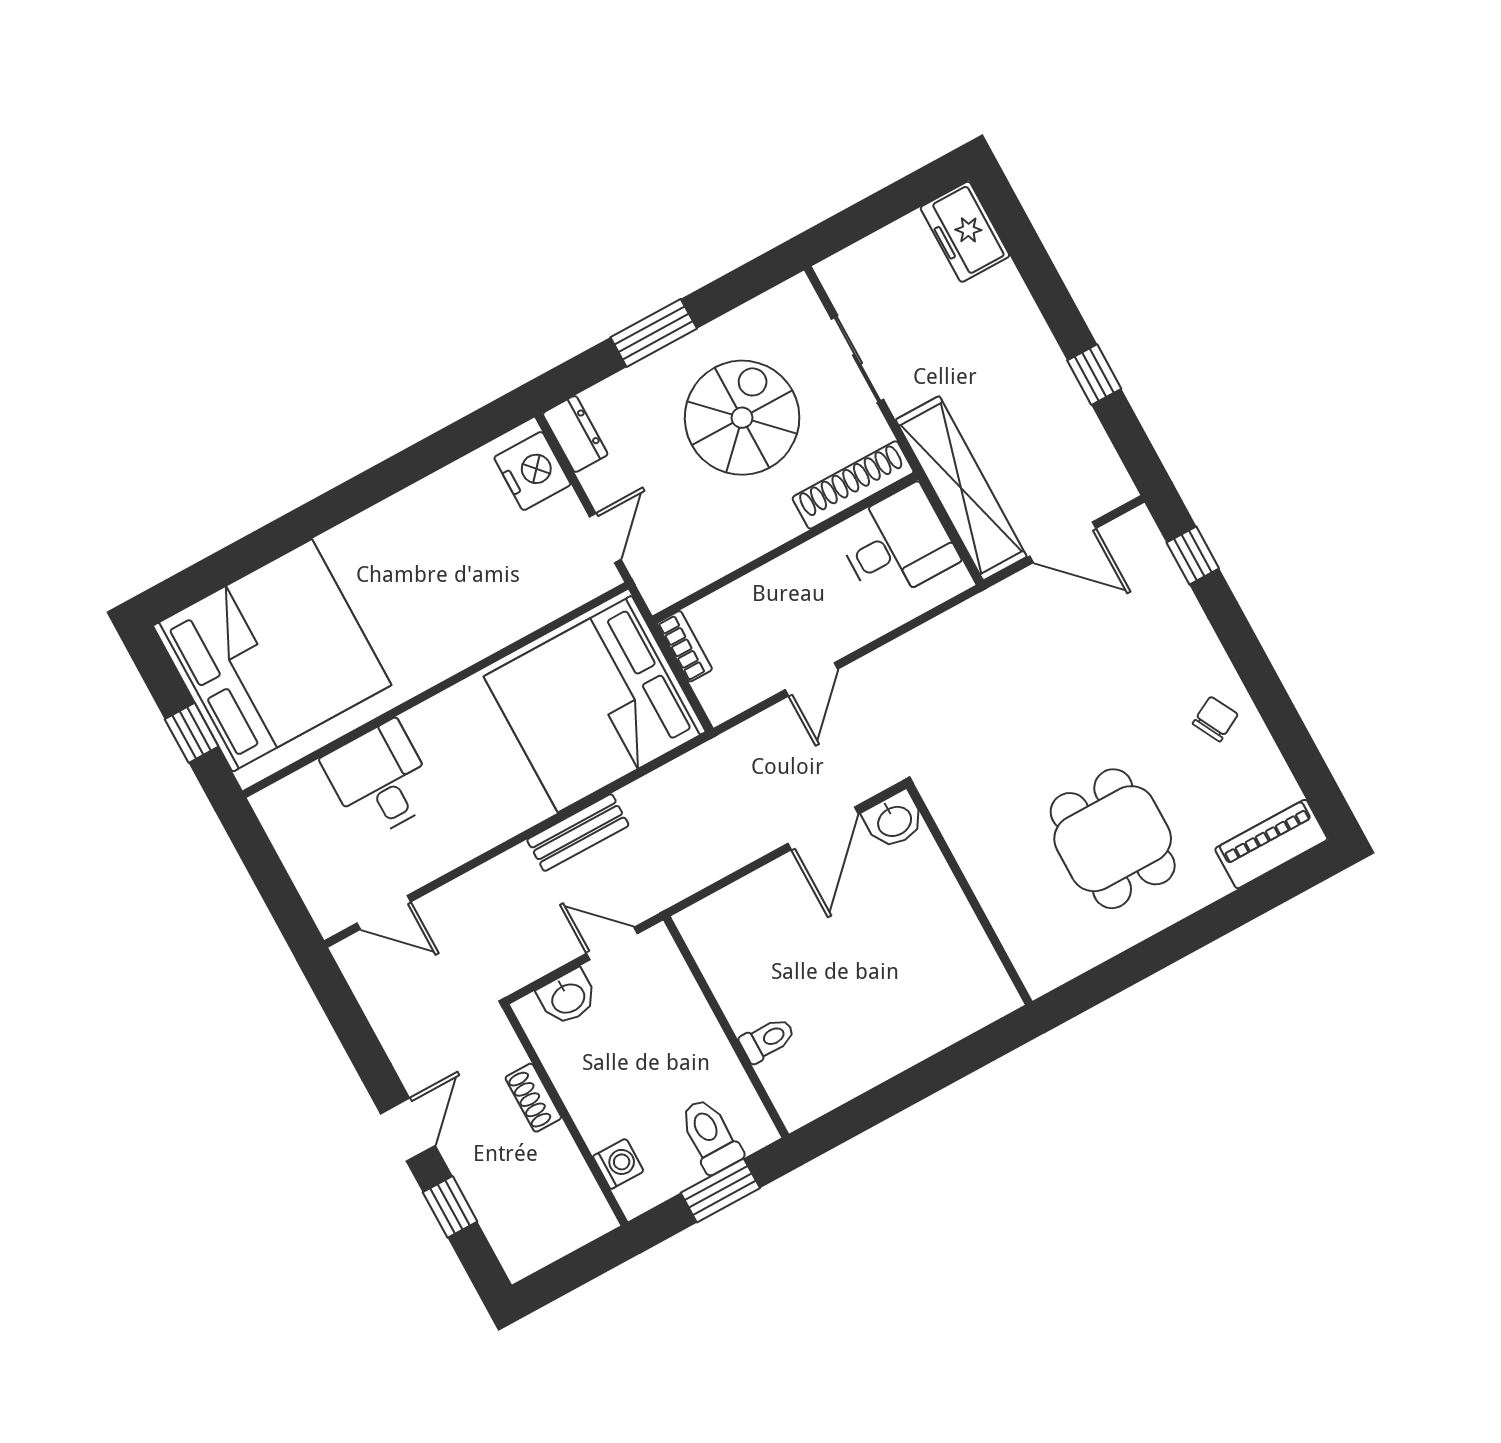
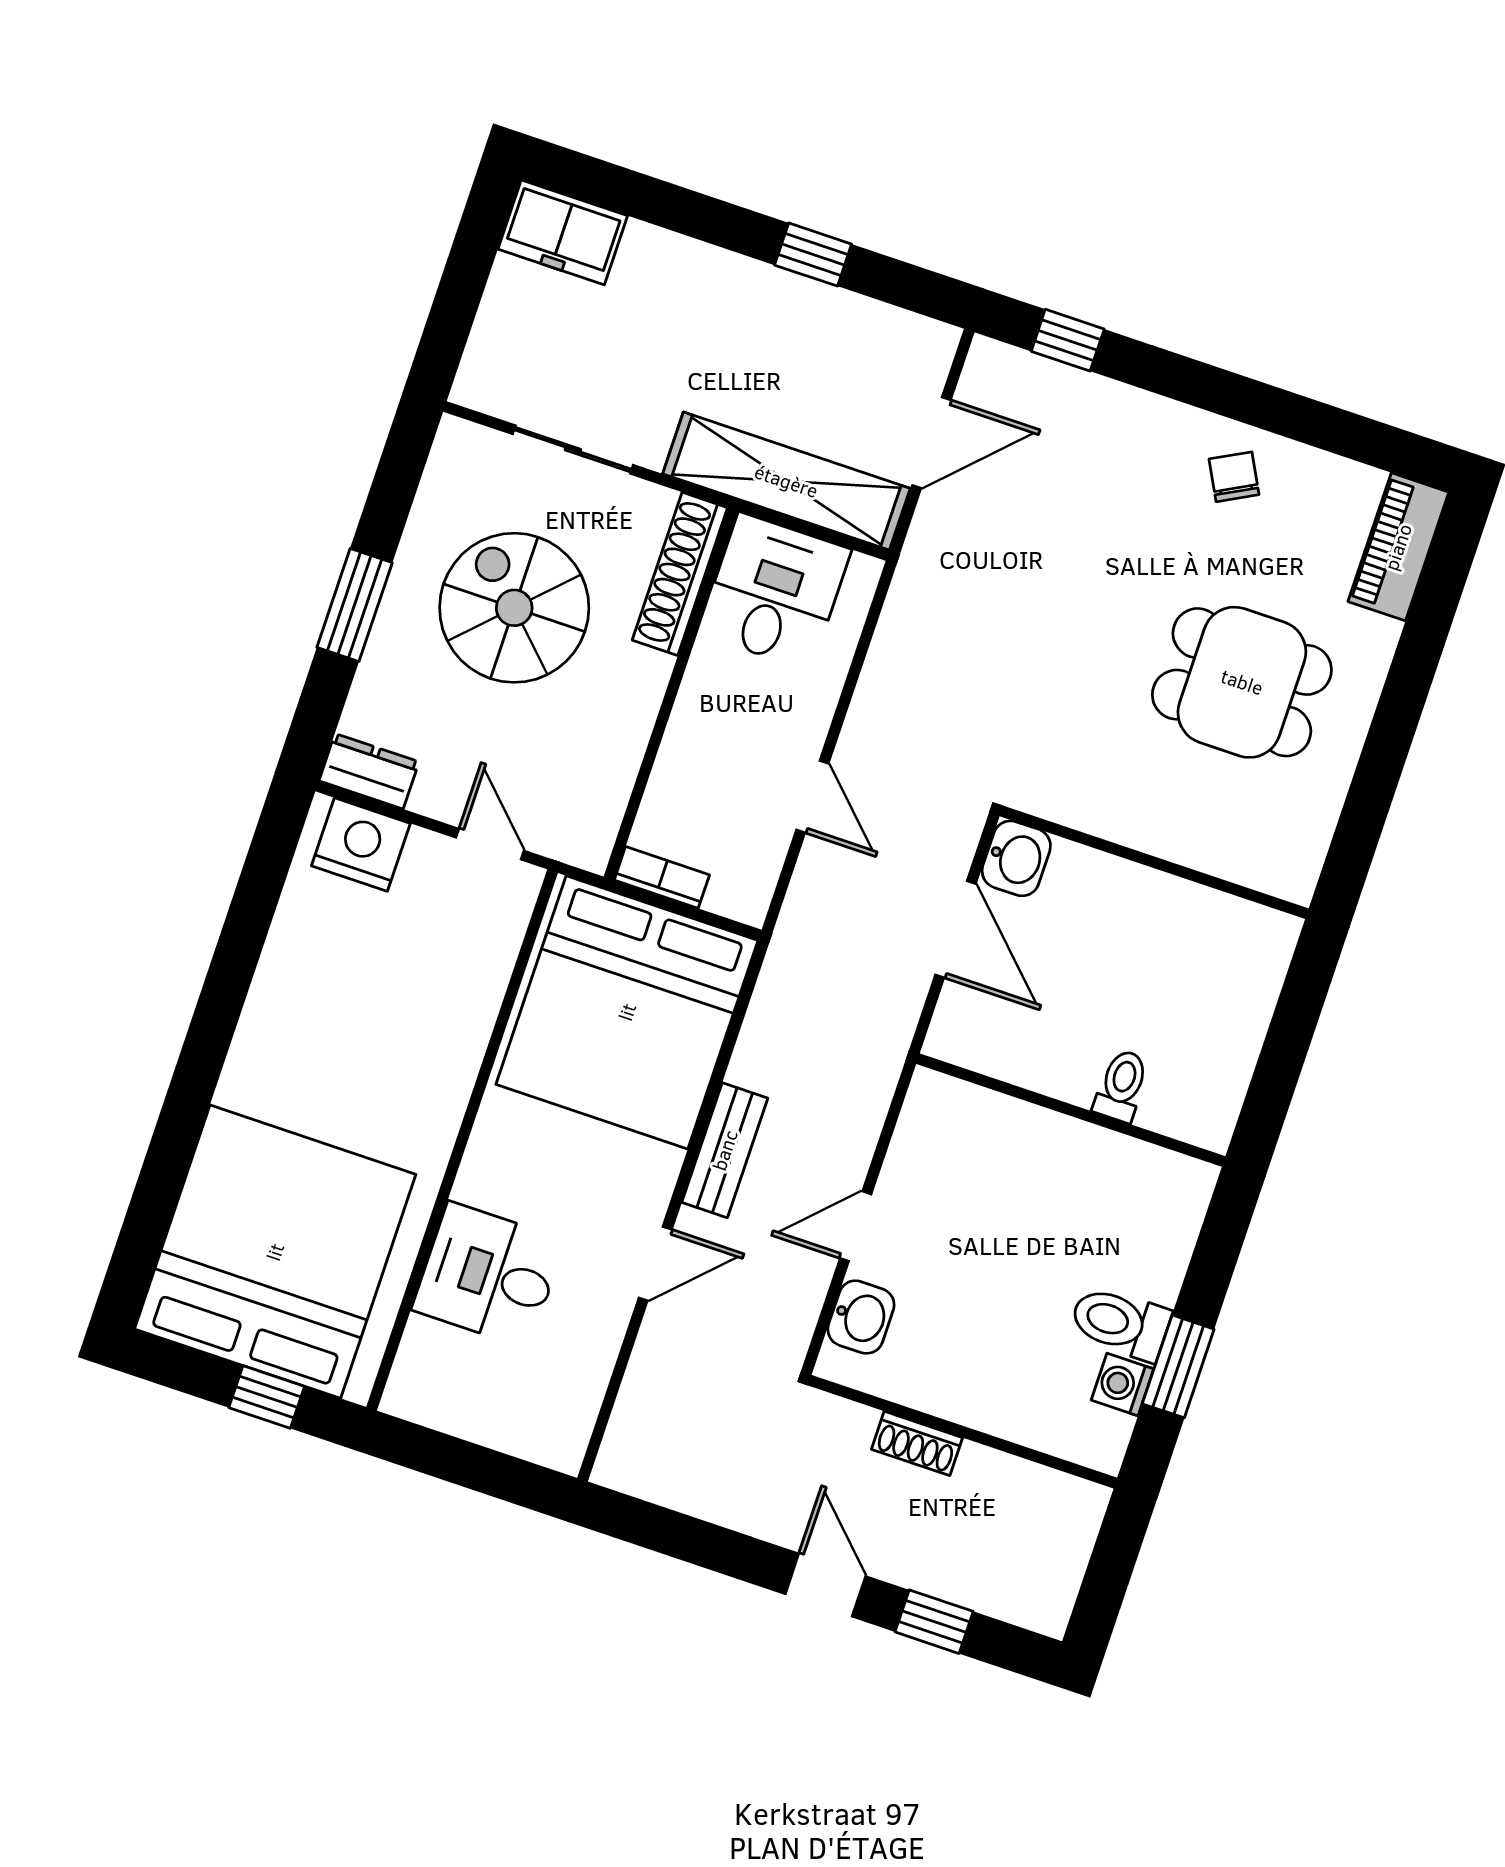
door: (384, 912) -> (655, 1264), moved
wall: (726, 1027) -> (1071, 1110), moved
toilet: (767, 1040) -> (1121, 1086), moved
washing machine: (618, 1164) -> (1122, 1384), moved, turned -90

